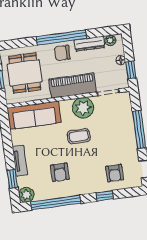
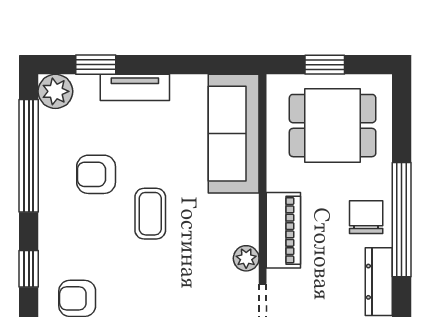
piano: (73, 86) -> (283, 230), width x0.73, depth x0.75
plant: (83, 108) -> (246, 258), width x0.53, depth x0.53
coffee table: (79, 136) -> (150, 214), moved

